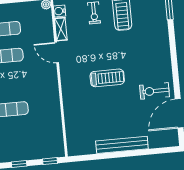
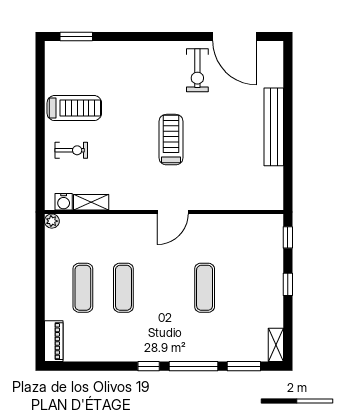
door: (57, 53) -> (173, 212), moved

